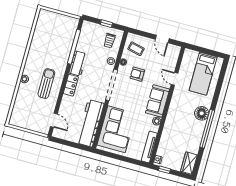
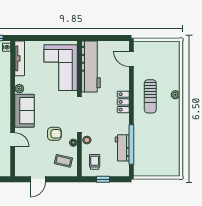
door: (162, 39) -> (38, 179), swing flipped
workbench: (78, 63) -> (122, 148), moved

